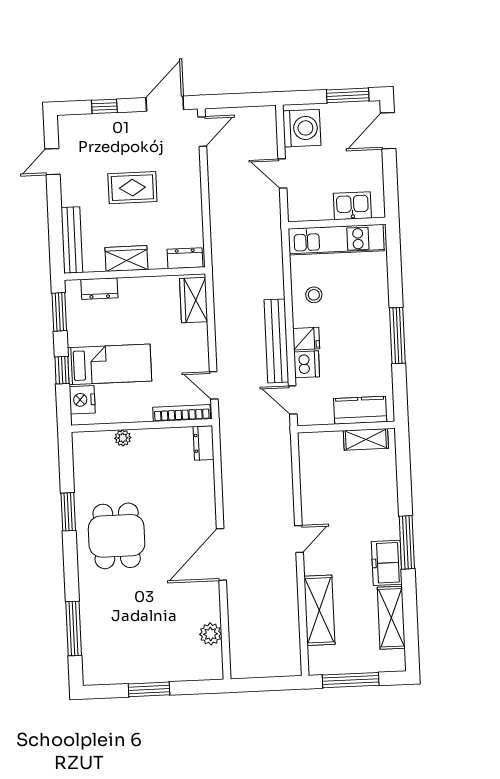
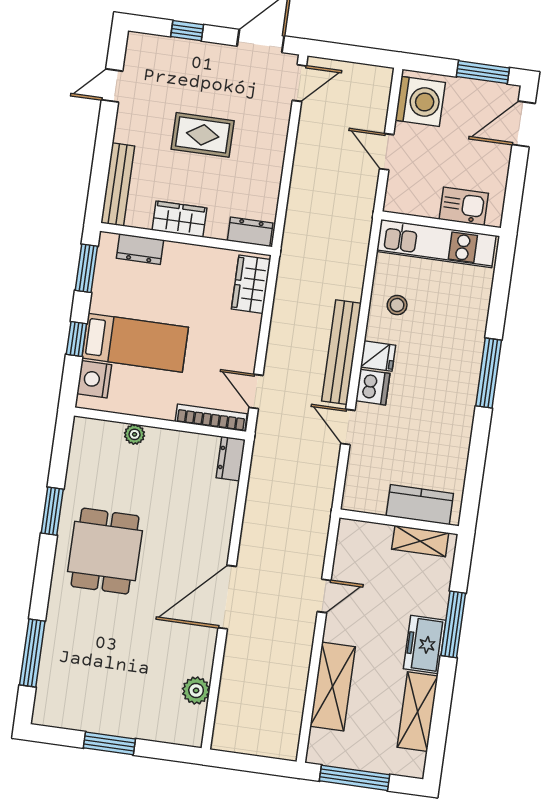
kitchen counter: (360, 410) -> (420, 505), moved
wall: (346, 427) -> (399, 522), moved
shelving: (366, 439) -> (420, 541), moved

